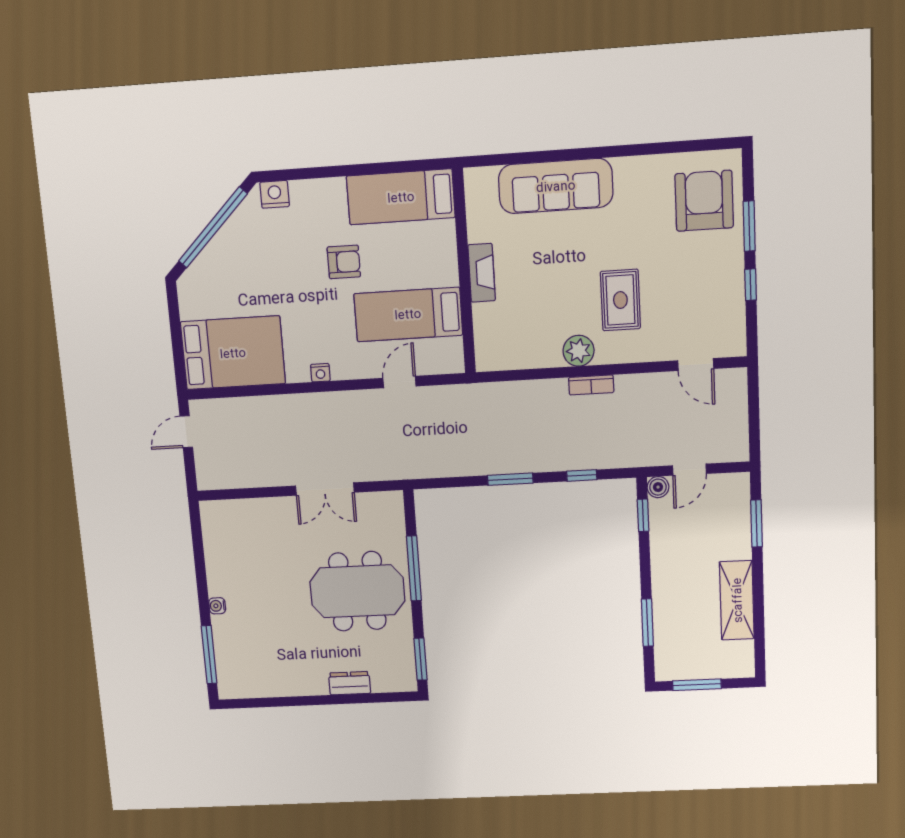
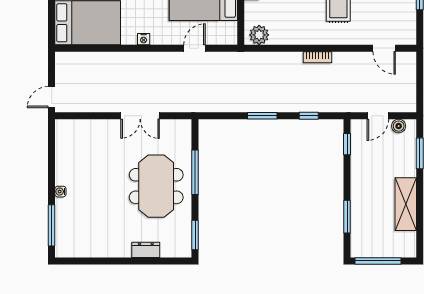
plant: (579, 351) -> (259, 35), moved
door: (186, 432) -> (52, 97), moved
boiler: (658, 487) -> (399, 126), moved
meeting table: (357, 591) -> (156, 186), turned 90
window: (697, 685) -> (378, 261), width x1.44

